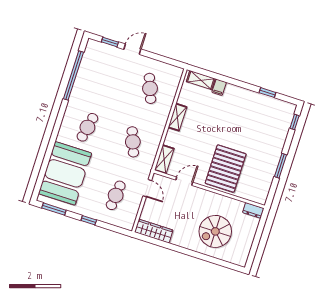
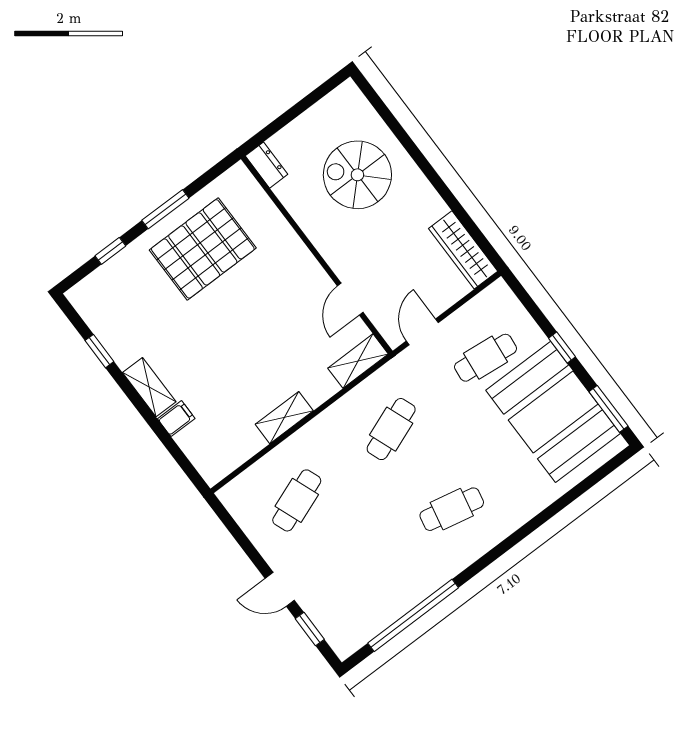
shelving: (201, 80) -> (149, 387), moved
window: (295, 122) -> (110, 251), moved
pallet: (226, 169) -> (203, 249), moved
booth: (65, 173) -> (553, 412), moved, turned 90
door: (184, 181) -> (350, 299), hinge flipped
spiral stairs: (215, 231) -> (357, 175), turned 180

